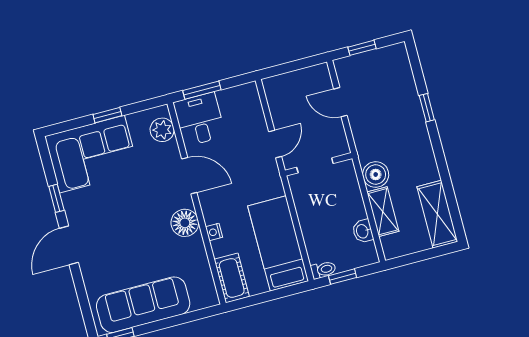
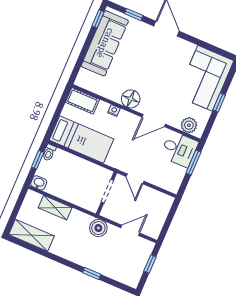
boiler: (376, 174) -> (98, 228), moved
window: (56, 198) -> (134, 15), moved
washbasin: (363, 231) -> (39, 183), moved

